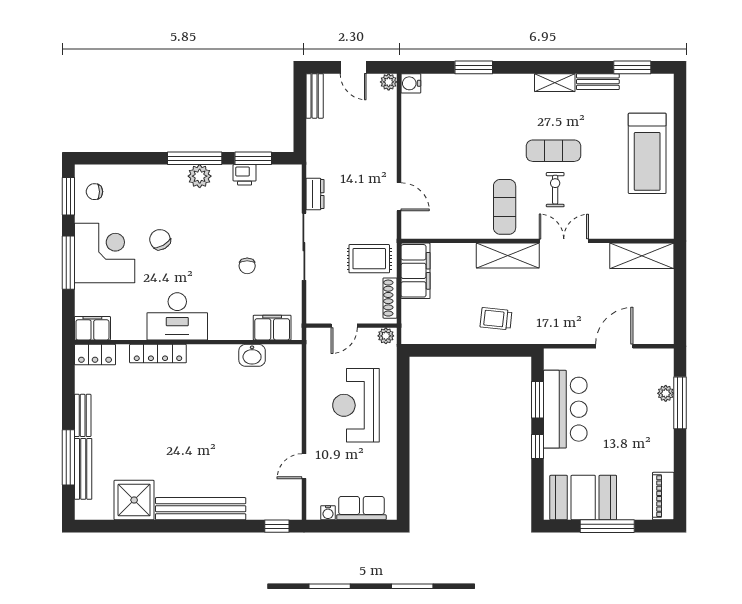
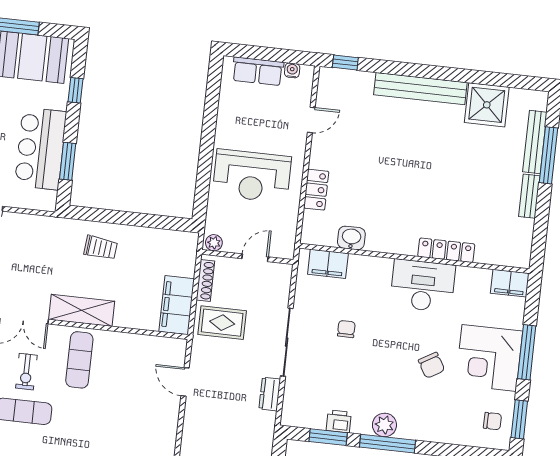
locker: (95, 355) -> (316, 190), moved, turned 90
reception desk: (356, 405) -> (252, 176), turned 90
window: (537, 447) -> (76, 90), moved

